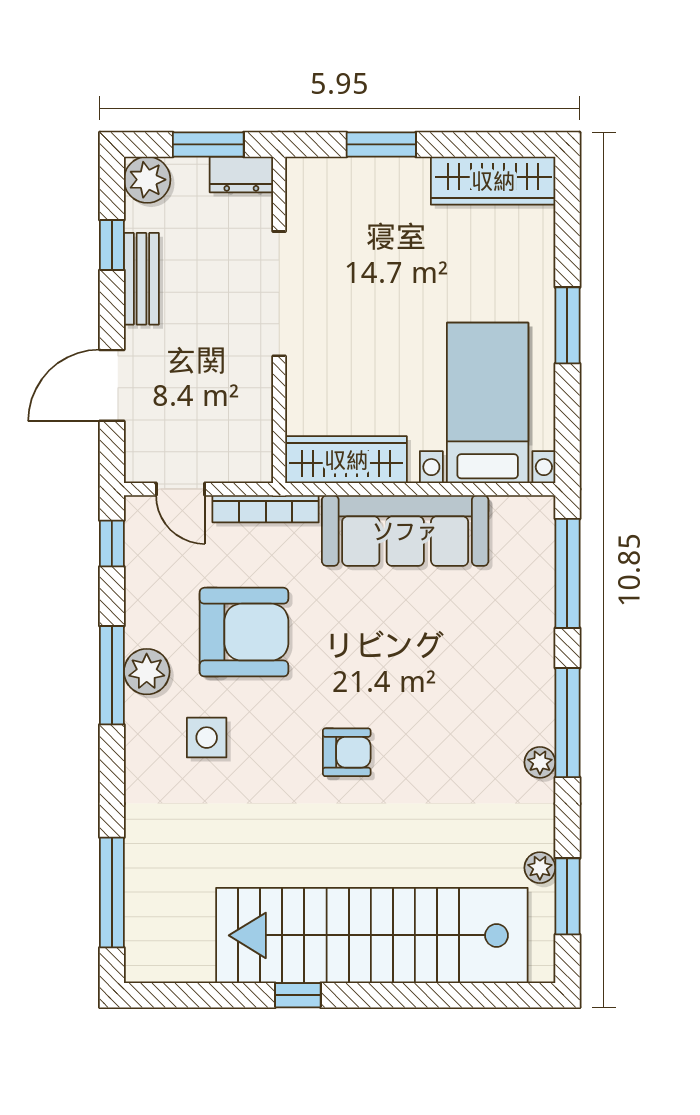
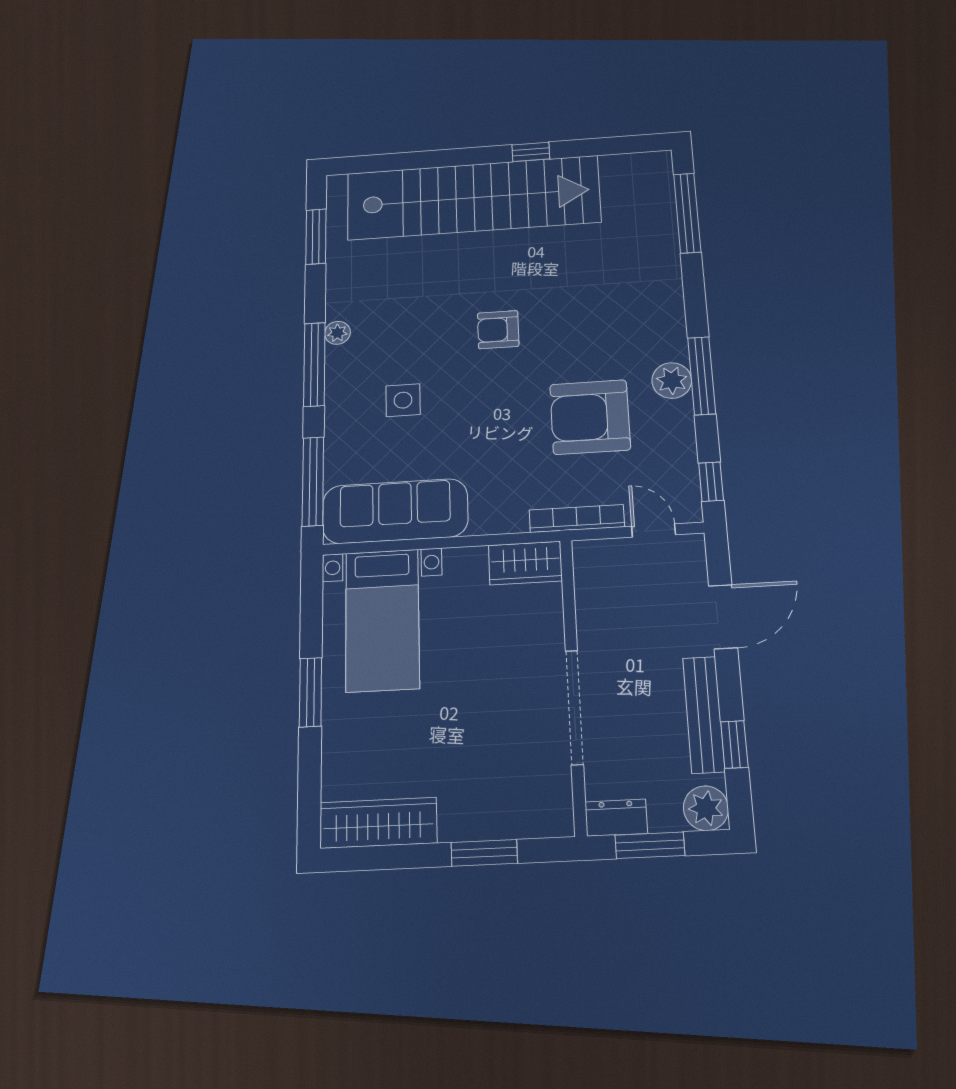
bench: (141, 279) -> (704, 714), width x1.36
wardrobe: (346, 460) -> (525, 563), width x0.67
sofa: (405, 531) -> (395, 511), moved
side table: (207, 738) -> (403, 400), moved
plant: (540, 868) -> (338, 256), removed

